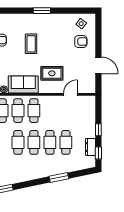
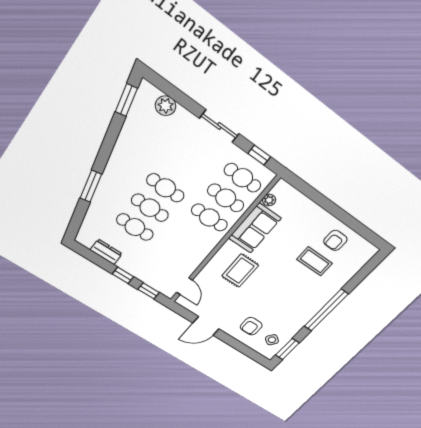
window: (42, 11) -> (326, 310), width x2.11
window: (81, 11) -> (287, 349), added
coffee table: (31, 44) -> (315, 261), moved
door: (71, 94) -> (184, 286), moved
cafe table: (18, 142) -> (181, 167), removed
window: (98, 153) -> (149, 291), moved

